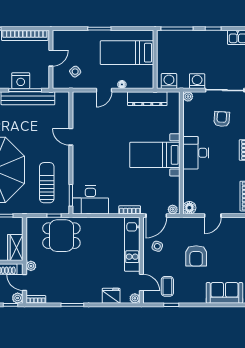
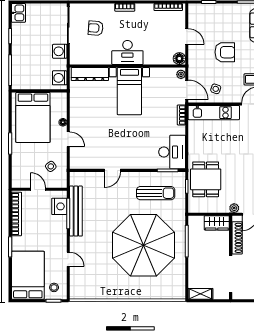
bed: (127, 53) -> (33, 117), width x1.50
nightstand: (21, 81) -> (59, 206), moved
plant: (188, 96) -> (74, 60), removed
dresser: (147, 99) -> (90, 74), moved, turned 90
sun lounger: (47, 183) -> (156, 193), turned 180

